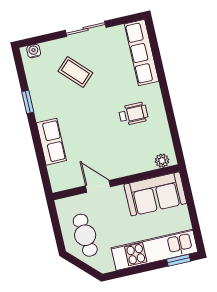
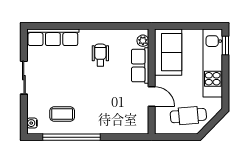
coffee table: (75, 72) -> (62, 114), moved, turned 44
window: (28, 102) -> (71, 137), width x3.17
row of seats: (51, 142) -> (140, 66), moved, turned -90
door: (98, 186) -> (152, 97), swing flipped

